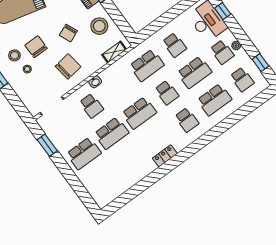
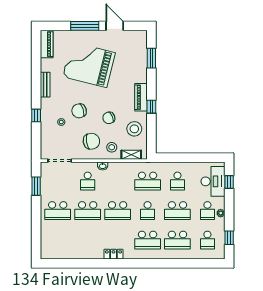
chair: (36, 47) -> (79, 111), turned -107
stool: (14, 55) -> (112, 147), moved
school desk: (187, 120) -> (148, 240), width x1.85

